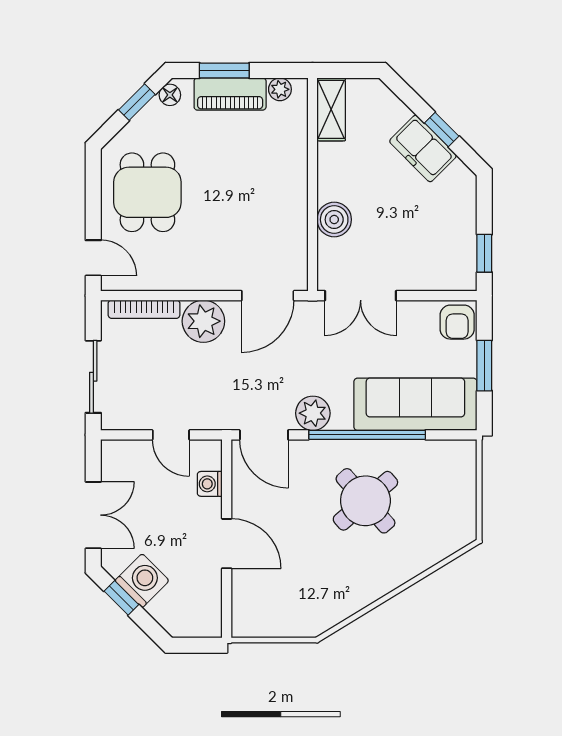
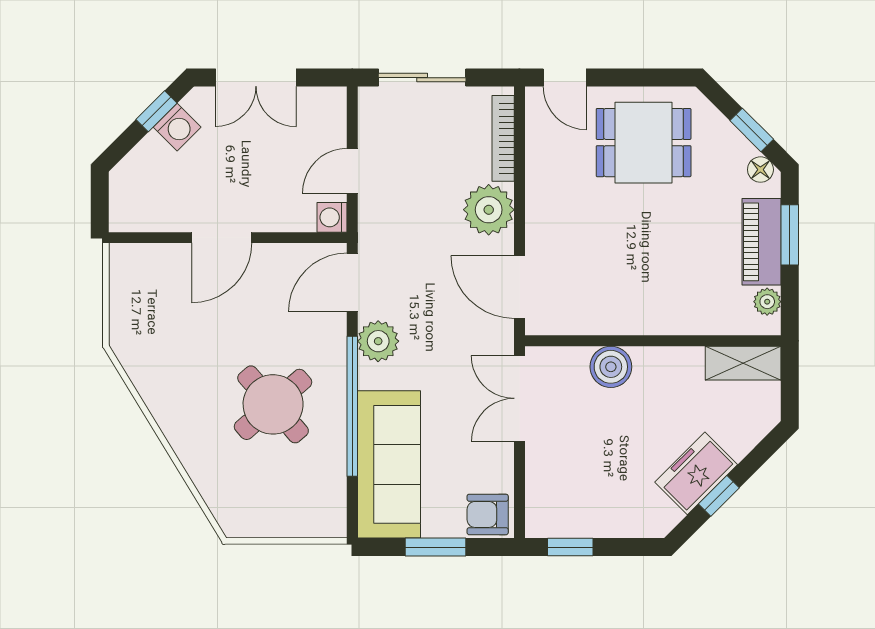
door: (93, 258) -> (565, 78), hinge flipped
washing machine: (210, 484) -> (332, 217), moved, turned -90
washing machine: (142, 581) -> (177, 127), width x0.73, depth x0.73

